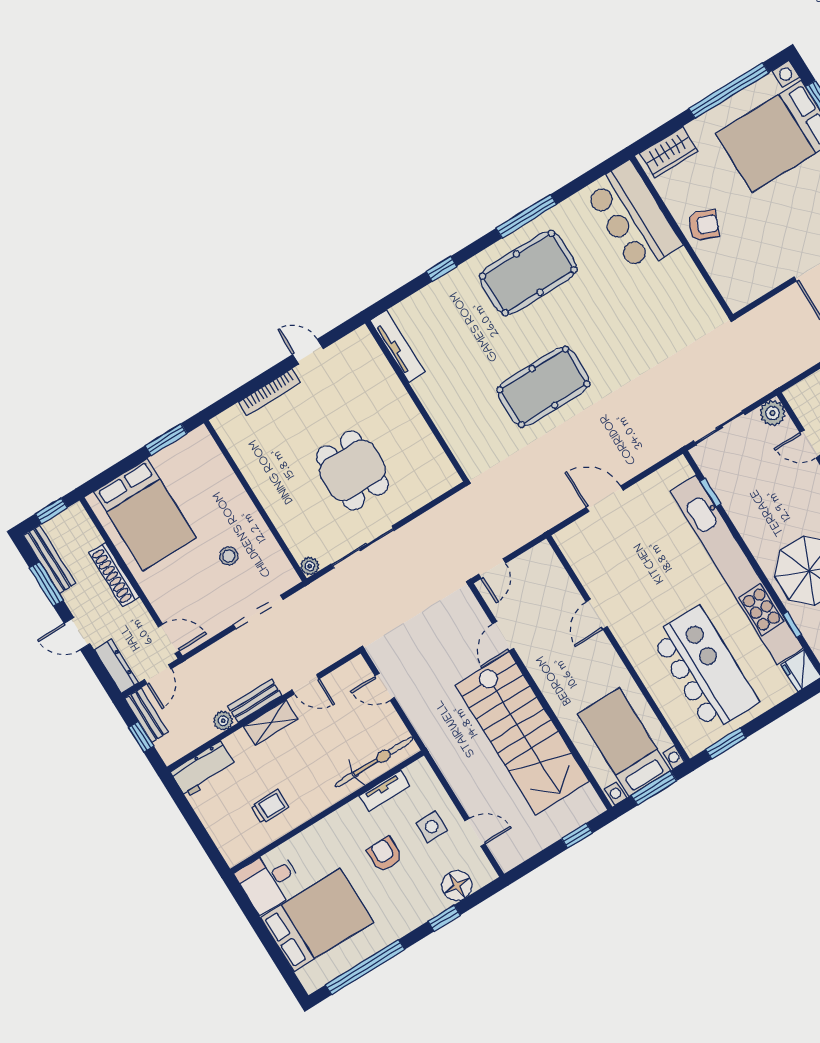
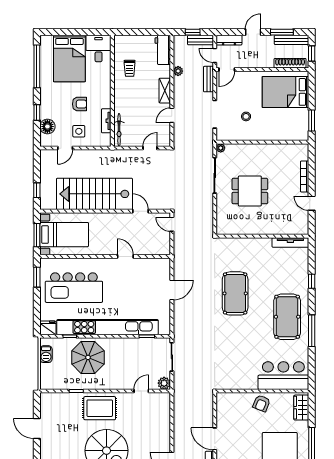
door: (308, 352) -> (312, 203), swing flipped
shoe rack: (114, 575) -> (290, 63), moved
bench: (255, 701) -> (208, 79), moved
bicycle: (374, 762) -> (119, 130), width x0.73, depth x0.71

